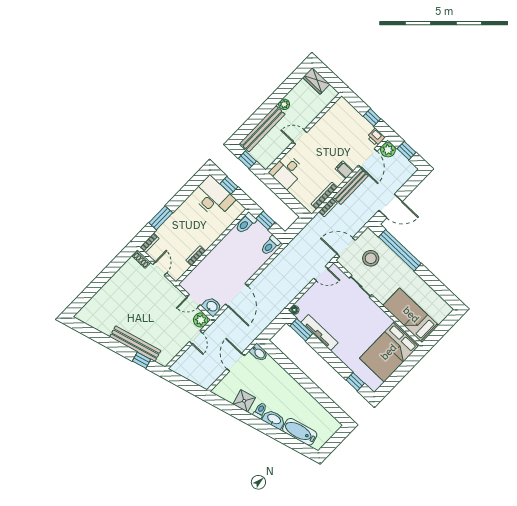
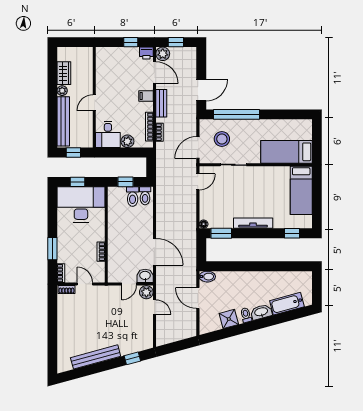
wardrobe: (316, 81) -> (64, 73), moved, turned -90
bench: (351, 186) -> (161, 103), width x0.73
plant: (297, 191) -> (127, 141), added
desk: (213, 197) -> (81, 205), width x1.36, depth x1.30
toilet: (246, 223) -> (133, 197), moved
tv unit: (319, 333) -> (253, 223), moved
bench: (135, 344) -> (96, 357), moved
bed: (389, 352) -> (301, 190), width x0.67

